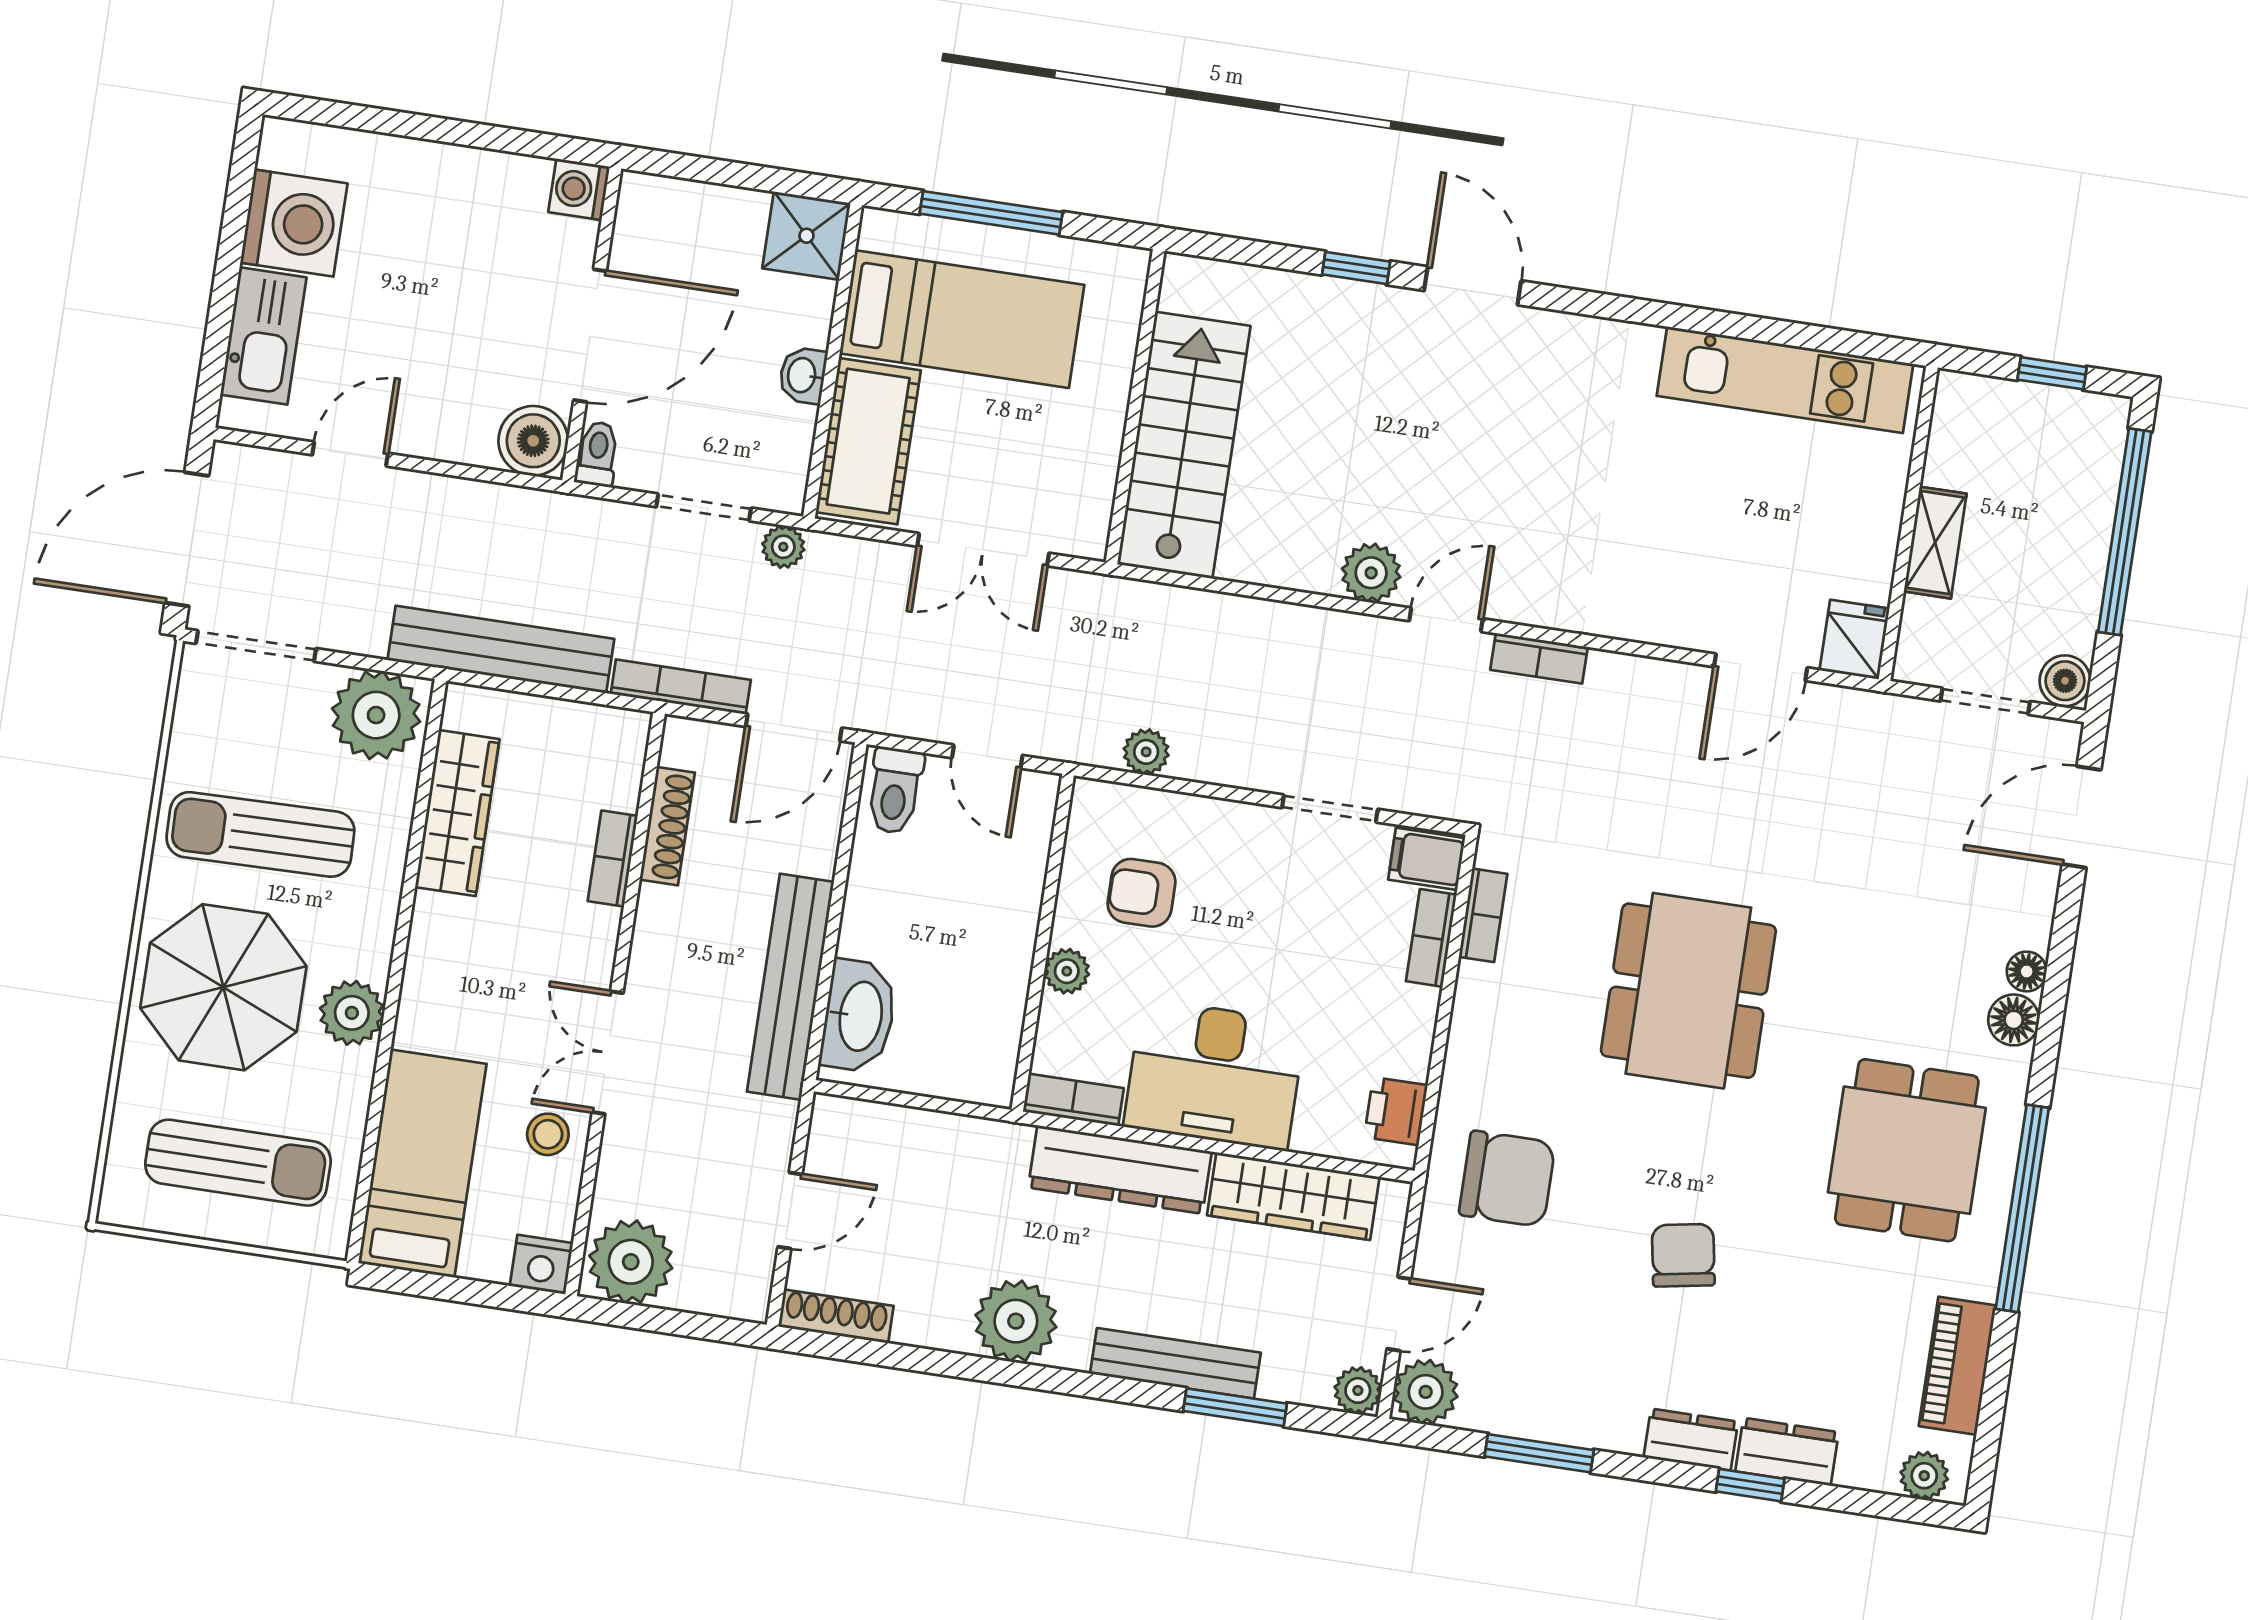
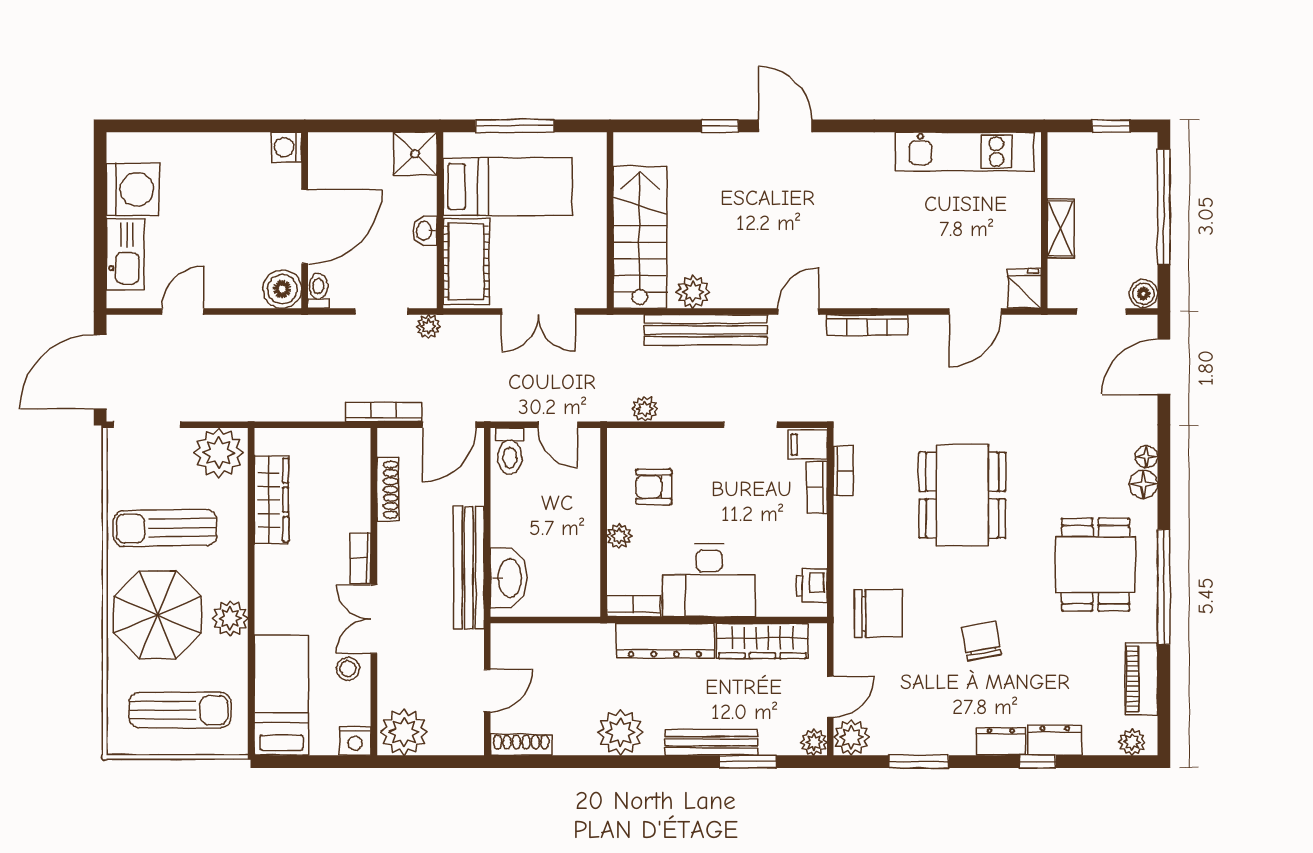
plant: (1371, 573) -> (693, 292), moved
bench: (501, 649) -> (706, 330), moved
bookcase: (1539, 658) -> (867, 325), width x1.56
bookcase: (613, 859) -> (361, 558), moved

